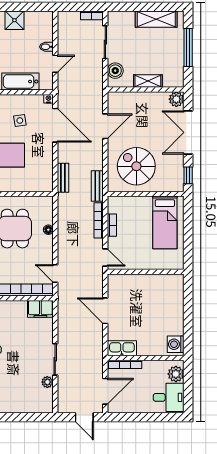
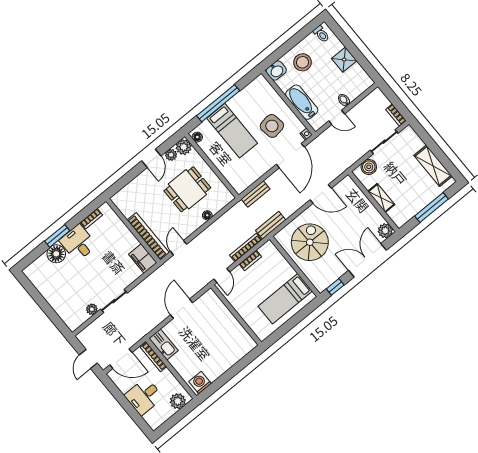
side table: (20, 120) -> (272, 126), width x1.87, depth x1.87
desk: (169, 397) -> (144, 396), moved, turned 90

